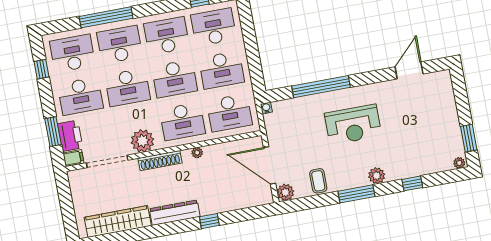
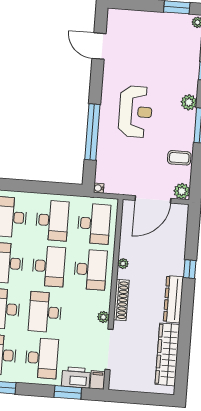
desk: (127, 87) -> (45, 312), turned 180
plant: (142, 141) -> (103, 317), width x0.53, depth x0.53

